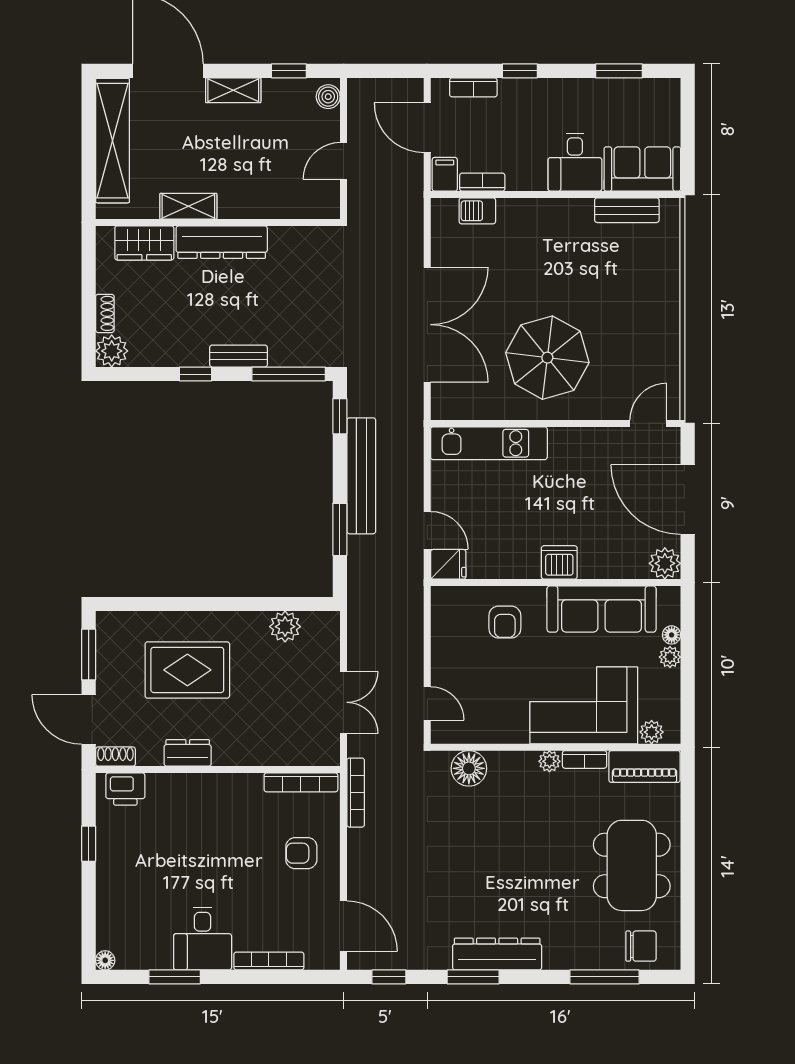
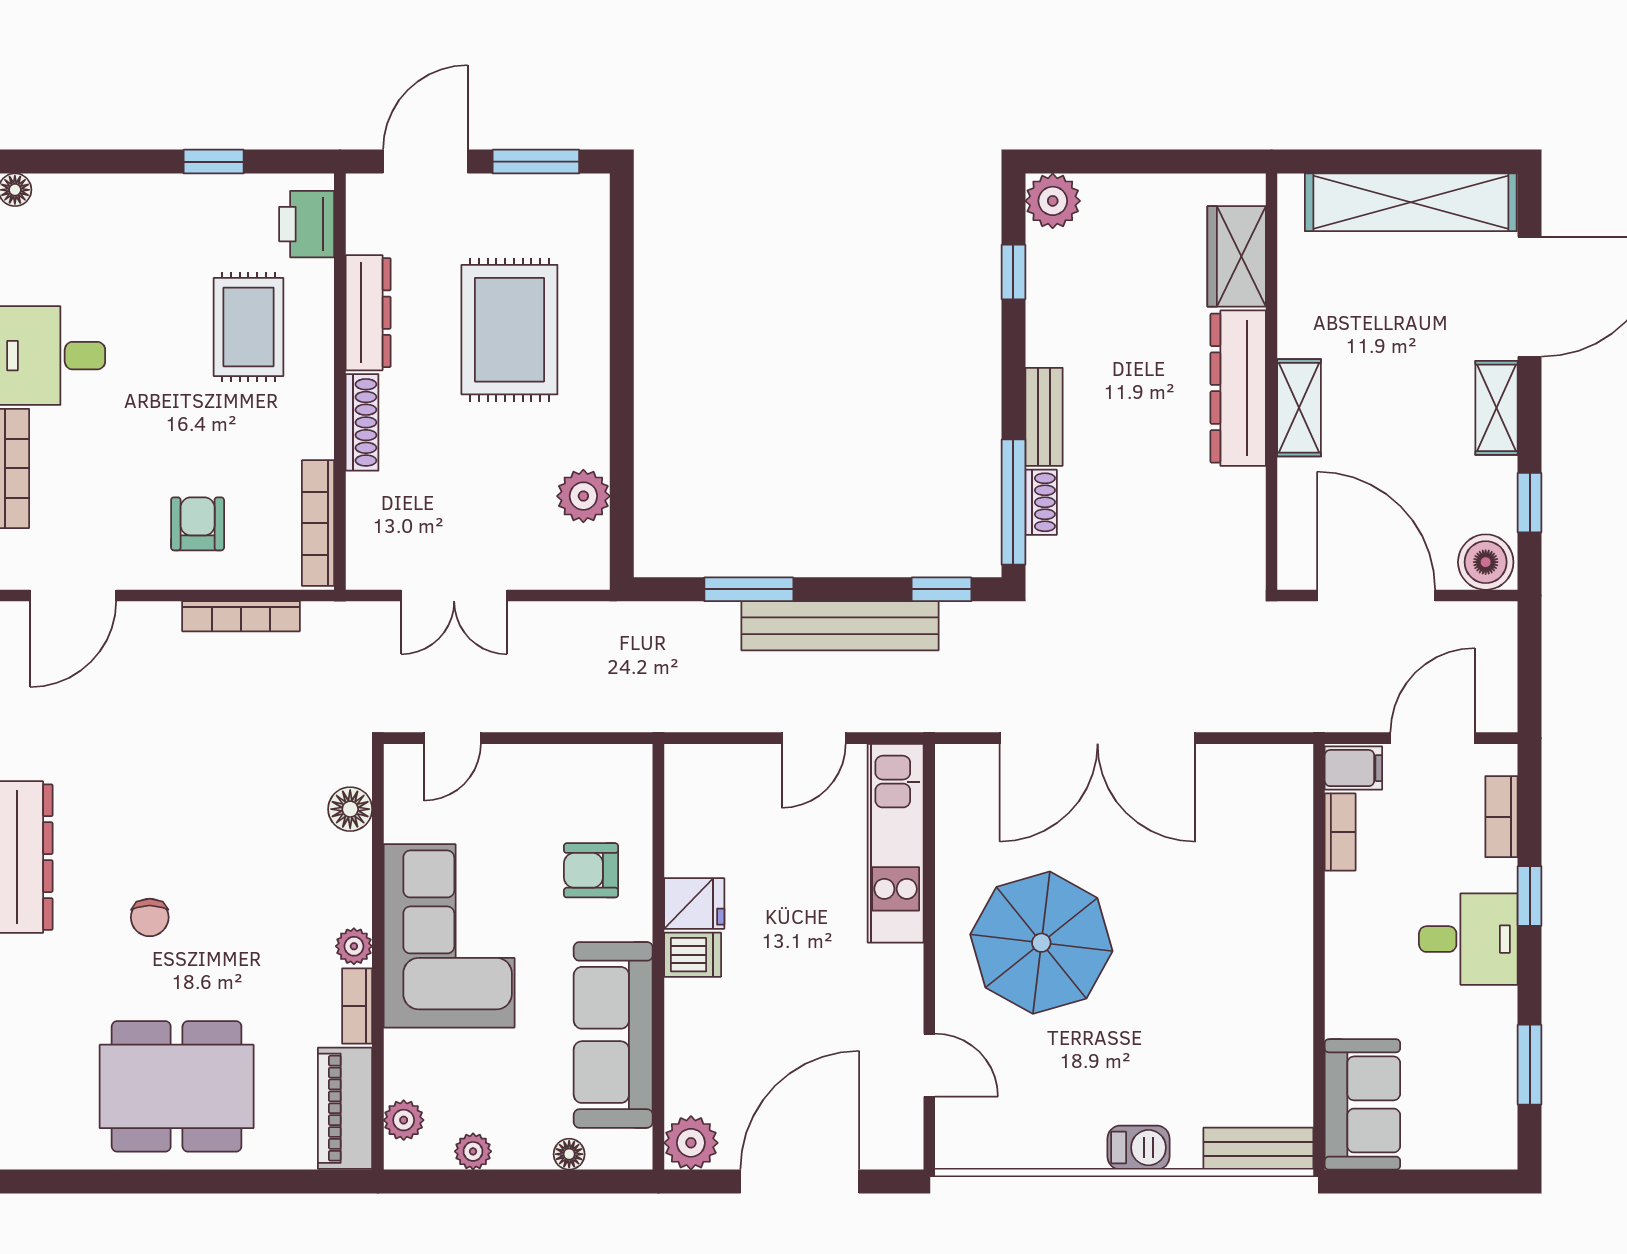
boiler: (328, 97) -> (1486, 562), width x1.36, depth x1.36
door: (343, 161) -> (1376, 596), width x1.87
desk: (575, 162) -> (1468, 939), moved, turned 180
shelving: (188, 206) -> (1299, 408), moved
bench: (627, 210) -> (1258, 1149), moved, turned 90
barbecue: (477, 211) -> (1139, 1148), moved, turned 90
shoe rack: (105, 313) -> (1041, 502), moved, turned -90
window: (195, 374) -> (1013, 272), moved
door: (648, 423) -> (929, 1065), moved
door: (427, 530) -> (814, 738), moved
dishwasher: (559, 562) -> (693, 955), width x0.73
fridge: (448, 564) -> (694, 904), moved, turned -90
plant: (670, 657) -> (473, 1151), moved
corner sofa: (584, 705) -> (449, 936), moved
dresser: (188, 753) -> (368, 313), width x1.44
shoe rack: (115, 757) -> (362, 422), moved, width x1.43
floor lamp: (469, 768) -> (350, 809), width x0.73, depth x0.73
bookcase: (356, 793) -> (241, 616), moved
rug: (186, 823) -> (248, 327), added
chair: (641, 946) -> (150, 917), moved, width x0.73, depth x0.73

